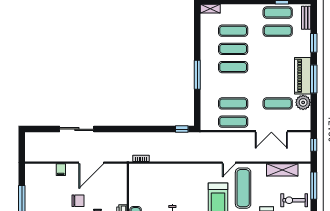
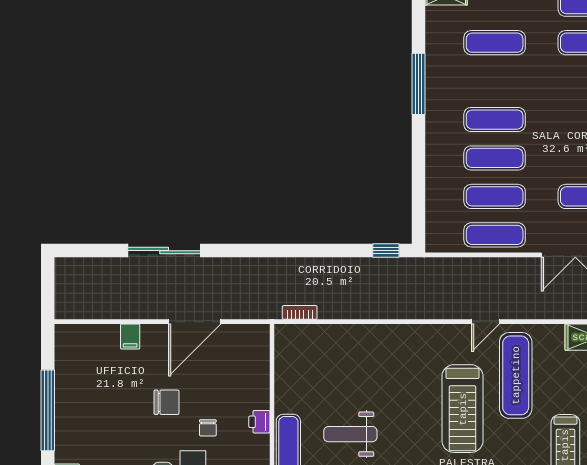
exercise mat: (233, 49) -> (495, 158), moved
window: (197, 75) -> (419, 84), moved

